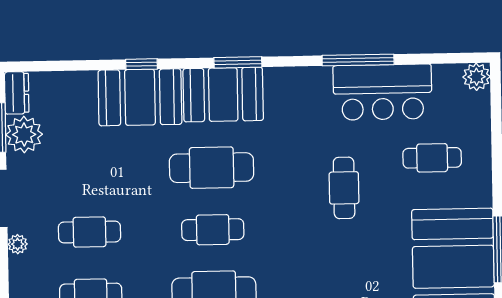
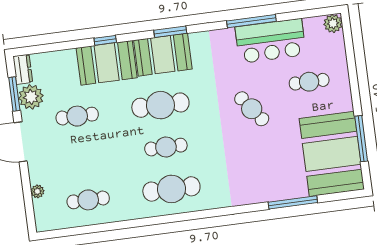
cafe table: (344, 188) -> (252, 109), turned -37
cafe table: (89, 232) -> (77, 116), moved
plant: (18, 244) -> (37, 191), moved

